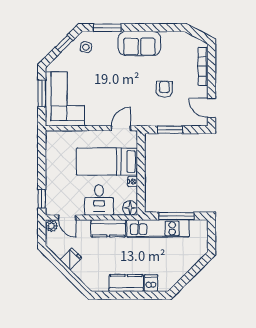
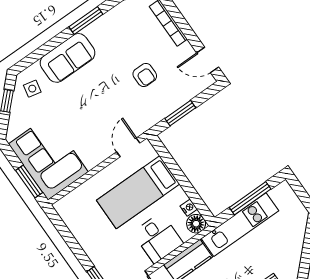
window: (107, 28) -> (86, 20), moved
sofa: (139, 43) -> (68, 58), moved
armchair: (164, 89) -> (145, 75), turned 180
window: (42, 93) -> (29, 182), moved
nightstand: (133, 182) -> (189, 208), moved

